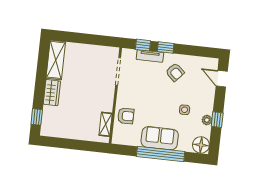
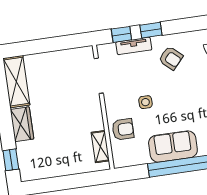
side table: (185, 110) -> (145, 102), moved

